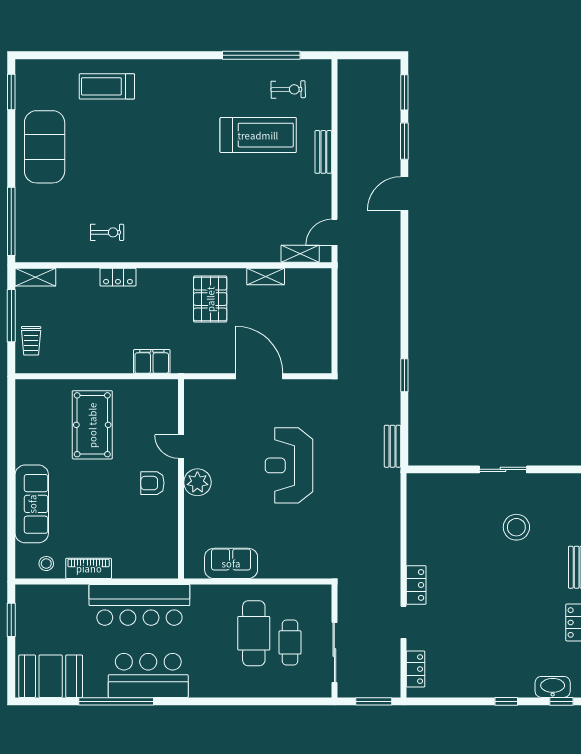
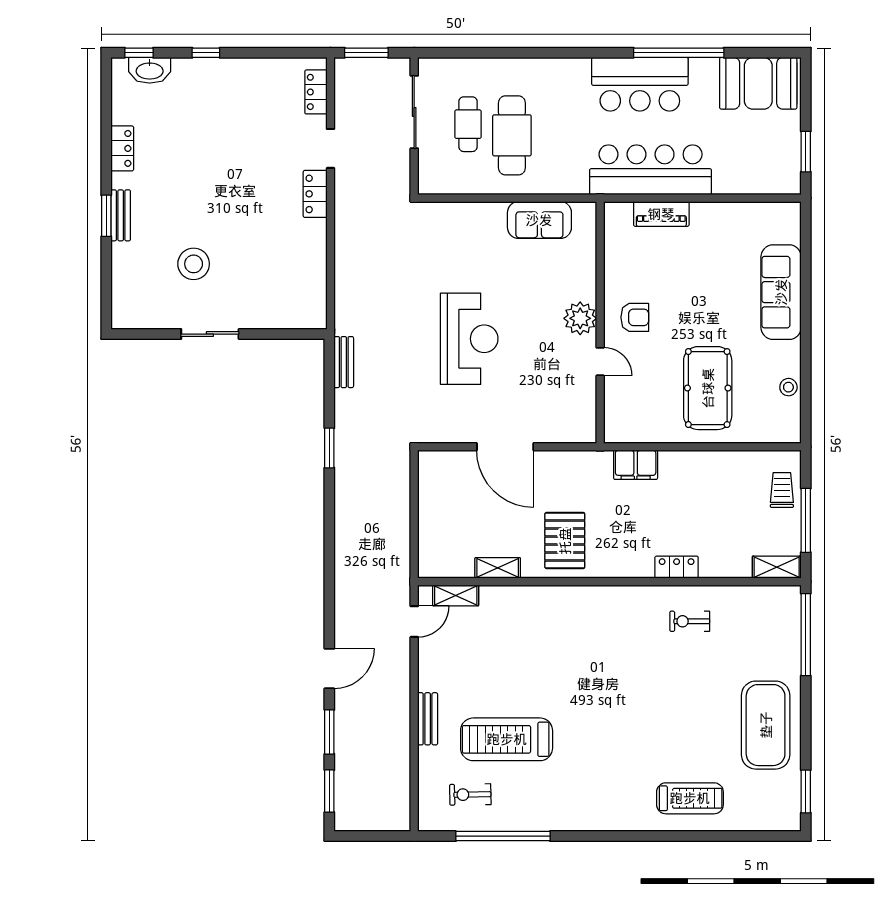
stool: (46, 564) -> (788, 387), moved
piano: (89, 568) -> (661, 214), moved

